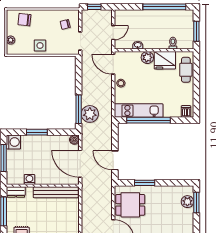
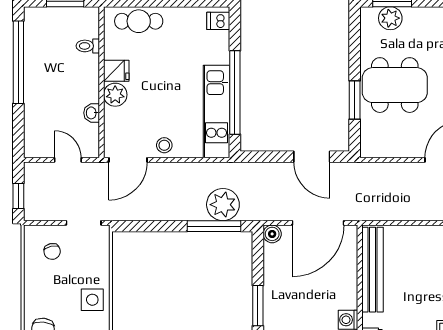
fridge: (165, 60) -> (116, 71), width x0.53, depth x0.75
door: (115, 160) -> (312, 157), hinge flipped
dining table: (130, 205) -> (395, 85), moved, width x1.38

